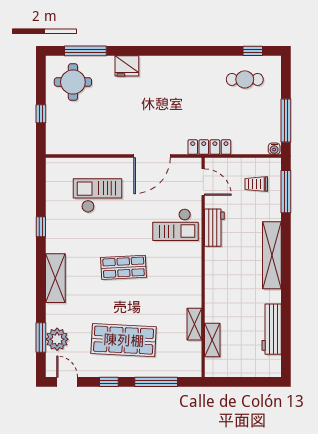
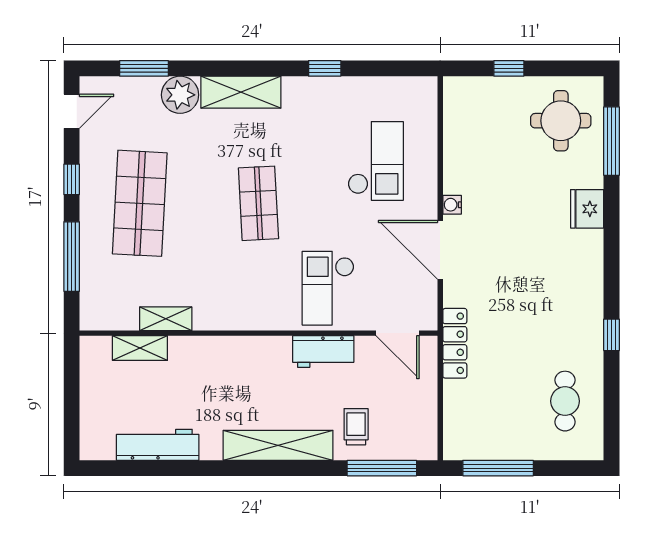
window: (253, 51) -> (611, 335), moved
water cooler: (274, 149) -> (452, 205), moved
door: (203, 182) -> (398, 333), hinge flipped
trolley: (256, 184) -> (356, 427), moved
plant: (57, 339) -> (180, 95), moved

